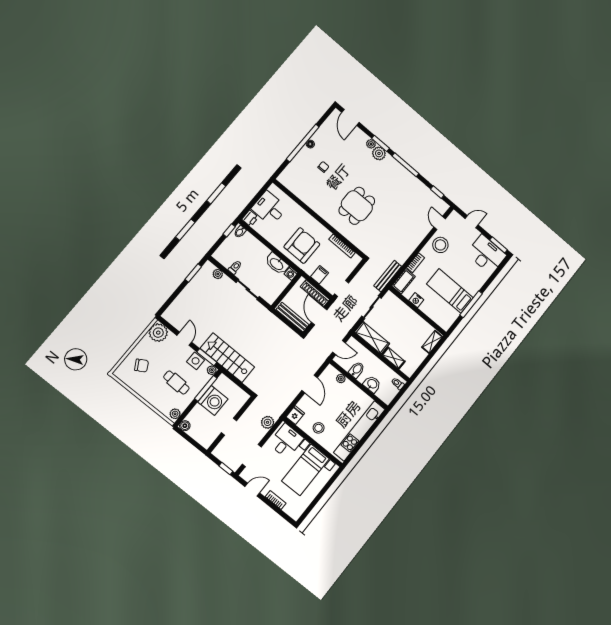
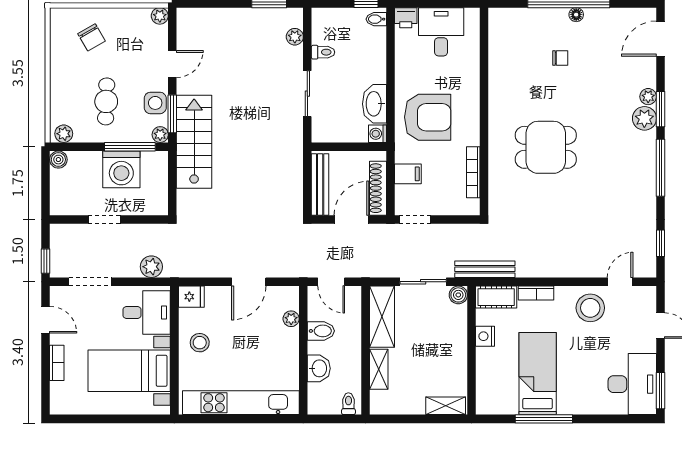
boiler: (389, 297) -> (458, 295), added
plant: (158, 333) -> (160, 16), width x0.53, depth x0.53

